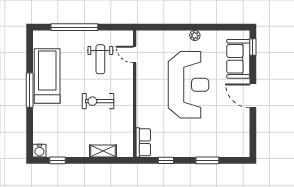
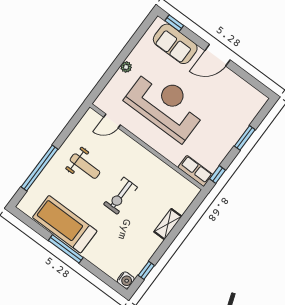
door: (135, 55) -> (112, 121), moved
wall: (135, 94) -> (147, 147), moved
row of seats: (143, 142) -> (195, 171), moved

